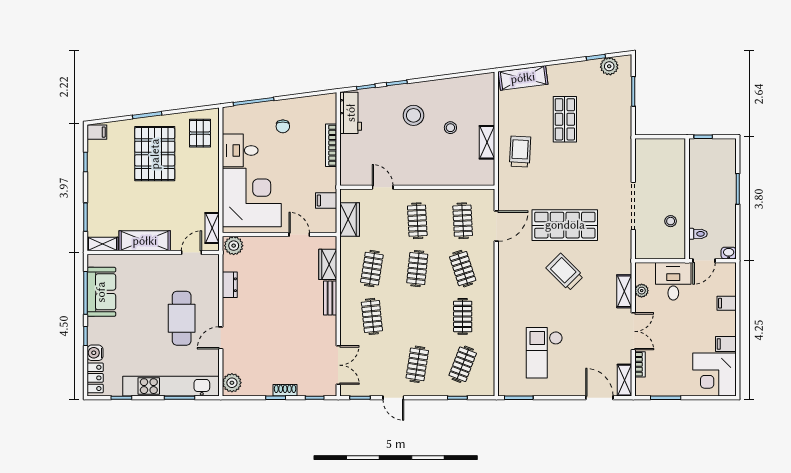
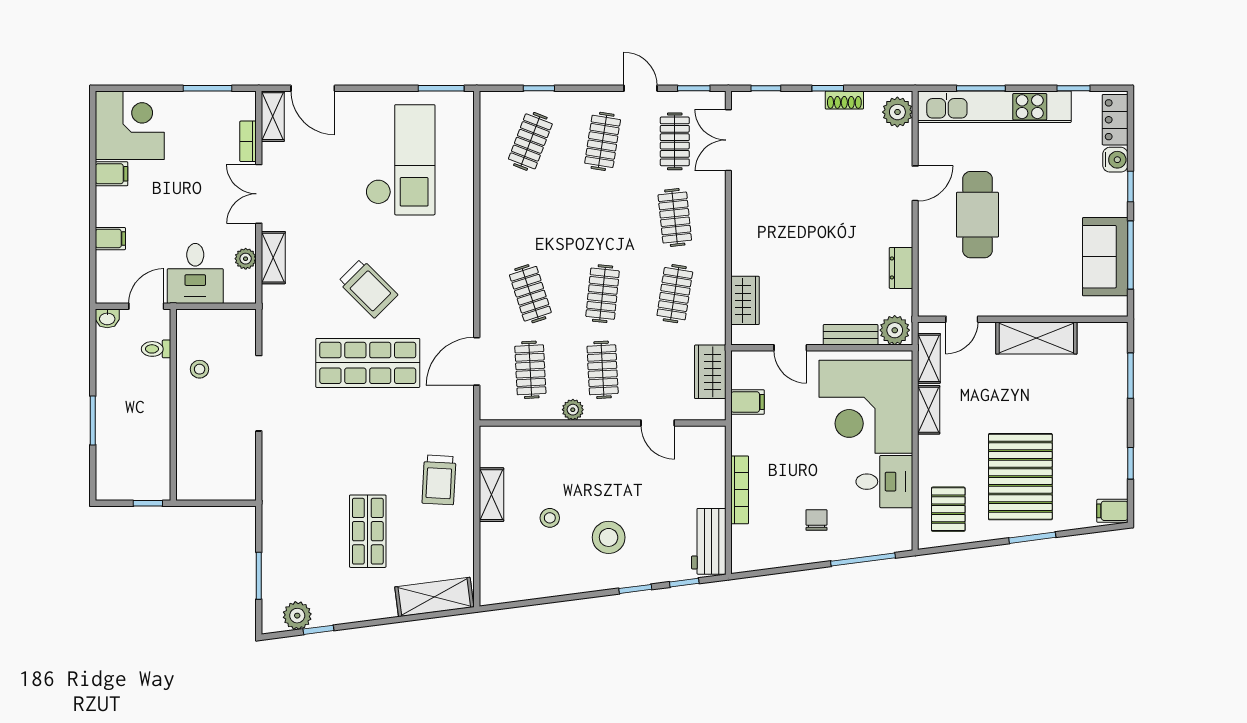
plant: (436, 196) -> (573, 410), added
shelving: (102, 244) -> (929, 410), moved, turned 90
bench: (330, 298) -> (851, 335), moved, turned 90
clothes rail: (463, 316) -> (675, 141), moved
checkout: (544, 353) -> (400, 160), width x1.36, depth x1.21
shoe rack: (285, 390) -> (844, 100), moved

